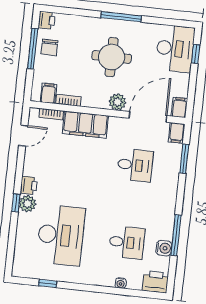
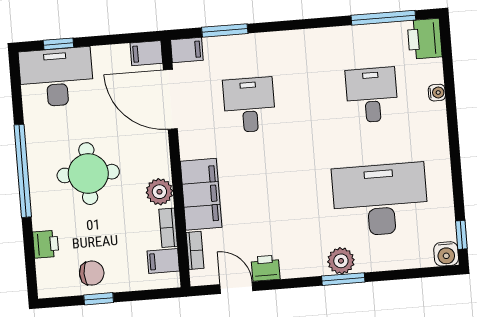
window: (121, 17) -> (23, 171), width x1.46
printer: (47, 20) -> (46, 244), moved, turned 90
window: (33, 49) -> (99, 299), width x0.46
plant: (117, 102) -> (159, 192), moved
printer: (29, 185) -> (266, 268), moved
window: (16, 203) -> (343, 279), width x1.50
window: (176, 235) -> (383, 18), moved
water cooler: (164, 248) -> (446, 254), moved, turned 180
window: (48, 283) -> (461, 235), moved

